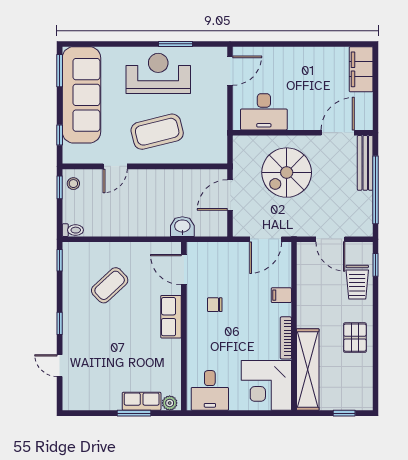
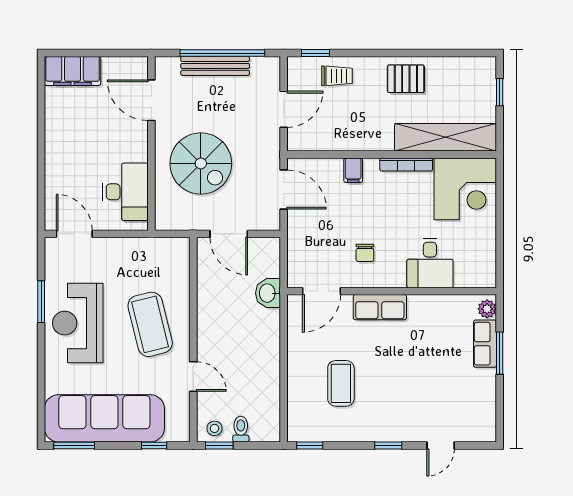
bench: (365, 163) -> (215, 66), moved
toilet: (73, 230) -> (241, 429), moved
trolley: (357, 282) -> (337, 76), width x0.73, depth x0.72
coffee table: (110, 285) -> (341, 383), turned 43
desk: (210, 390) -> (430, 263), moved, turned 90

